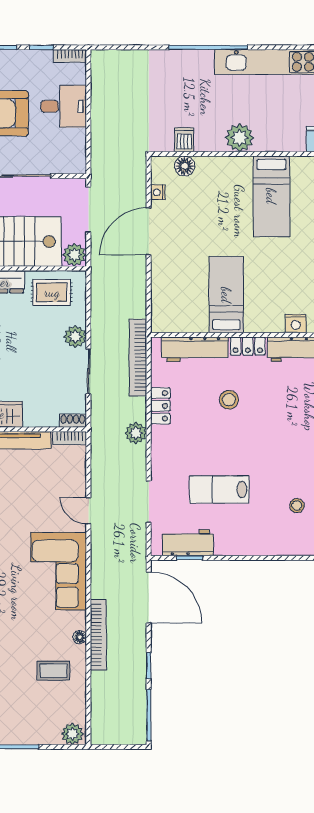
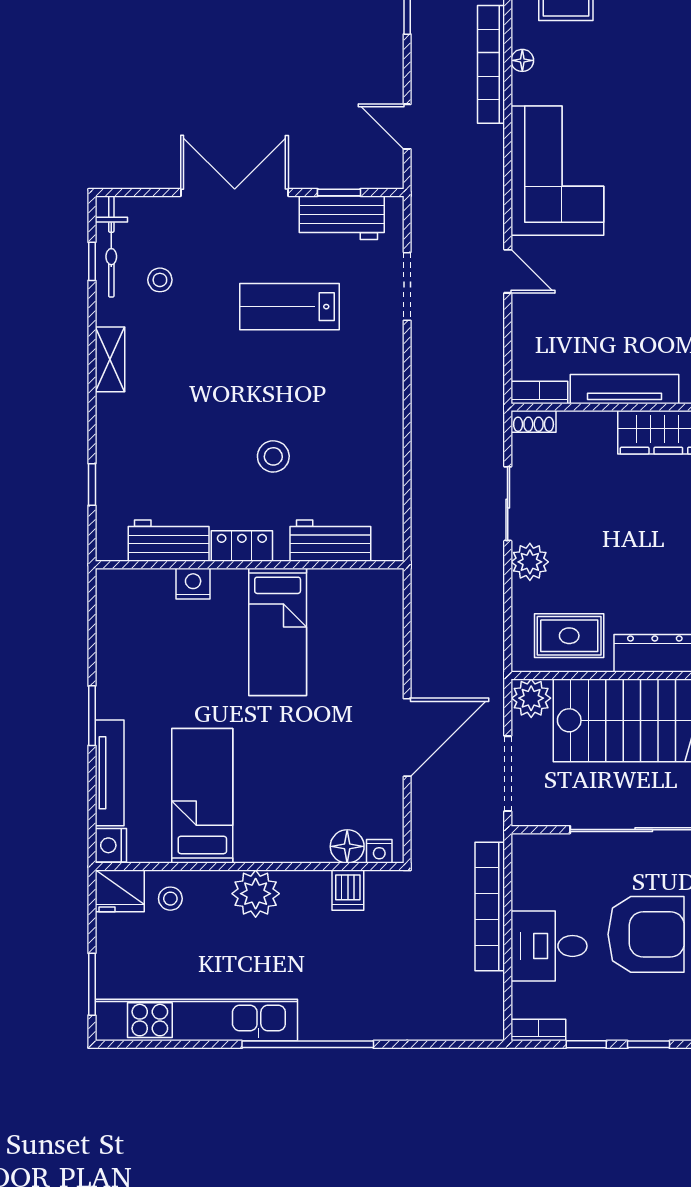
stool: (291, 135) -> (170, 899), added
nightstand: (158, 192) -> (379, 851), moved, turned 90
nightstand: (296, 323) -> (193, 584), moved
workbench: (195, 349) -> (330, 541), width x0.73
bookcase: (138, 358) -> (490, 906), moved, turned 180
locker: (160, 406) -> (388, 446), removed
plant: (136, 433) -> (429, 401), removed
lab bench: (219, 490) -> (289, 307), turned 180
double door: (252, 558) -> (235, 193), added
door: (149, 597) -> (407, 127), width x0.53

